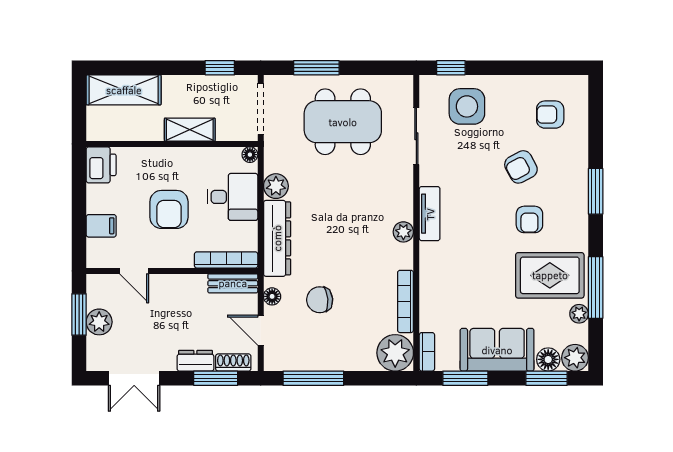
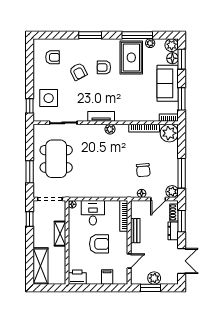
armchair: (550, 115) -> (53, 57), turned -90
plant: (276, 186) -> (172, 192), moved
armchair: (529, 219) -> (104, 67), turned 180
dresser: (277, 238) -> (113, 191), removed
bench: (233, 283) -> (135, 231), moved

